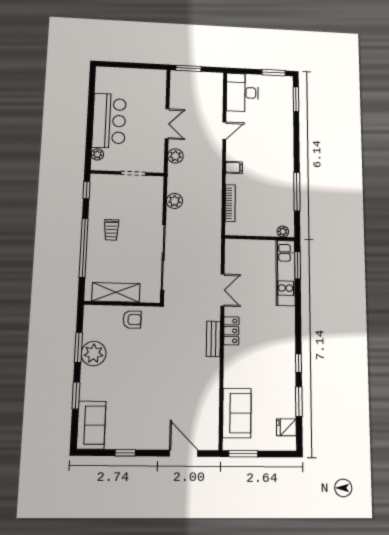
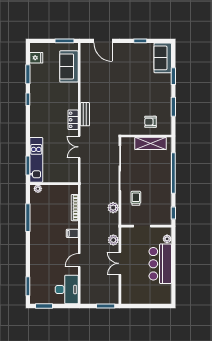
trolley: (111, 230) -> (136, 198), moved
armchair: (132, 320) -> (150, 122), moved
plant: (94, 354) -> (163, 103), removed

